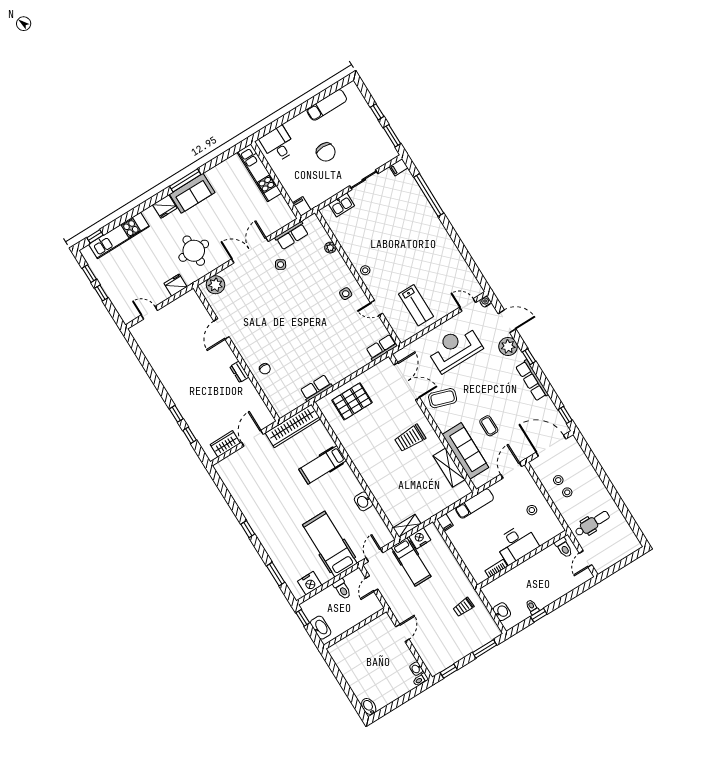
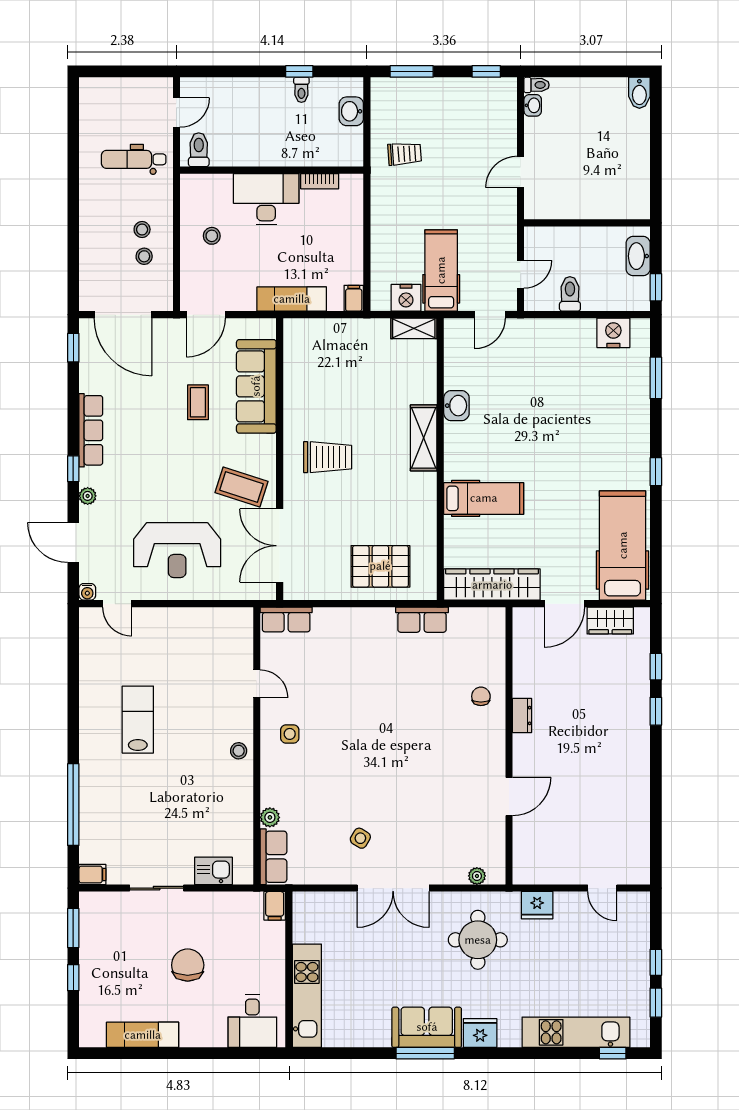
row of seats: (292, 236) -> (274, 857), moved, turned 90
plant: (215, 285) -> (477, 876), width x0.53, depth x0.53
lab bench: (416, 305) -> (138, 720), moved
plant: (508, 346) -> (88, 496), width x0.53, depth x0.53
shelving: (449, 468) -> (424, 438), moved
hospital bed: (330, 544) -> (623, 545), moved, turned 180

